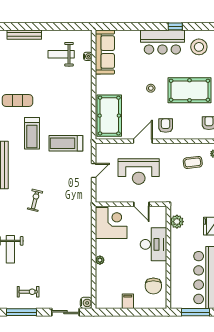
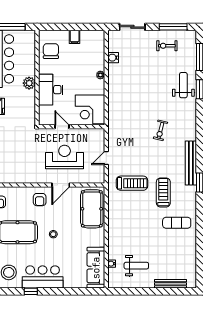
coffee table: (193, 162) -> (14, 165), removed
plant: (177, 222) -> (29, 83), moved
water cooler: (86, 303) -> (113, 58), moved

